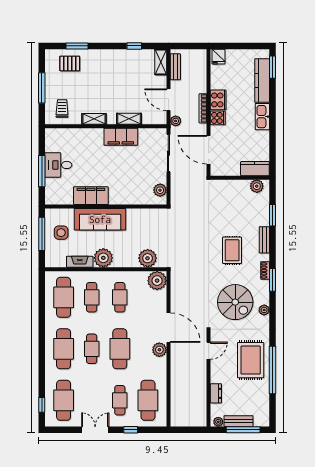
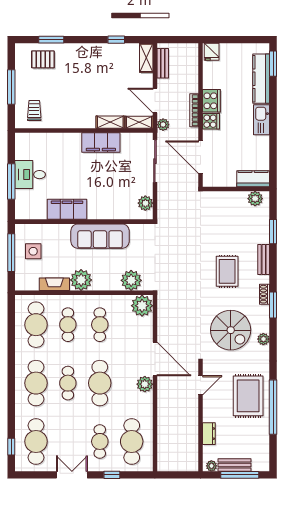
shelving: (94, 119) -> (139, 122), moved
sofa: (100, 219) -> (100, 236), moved

